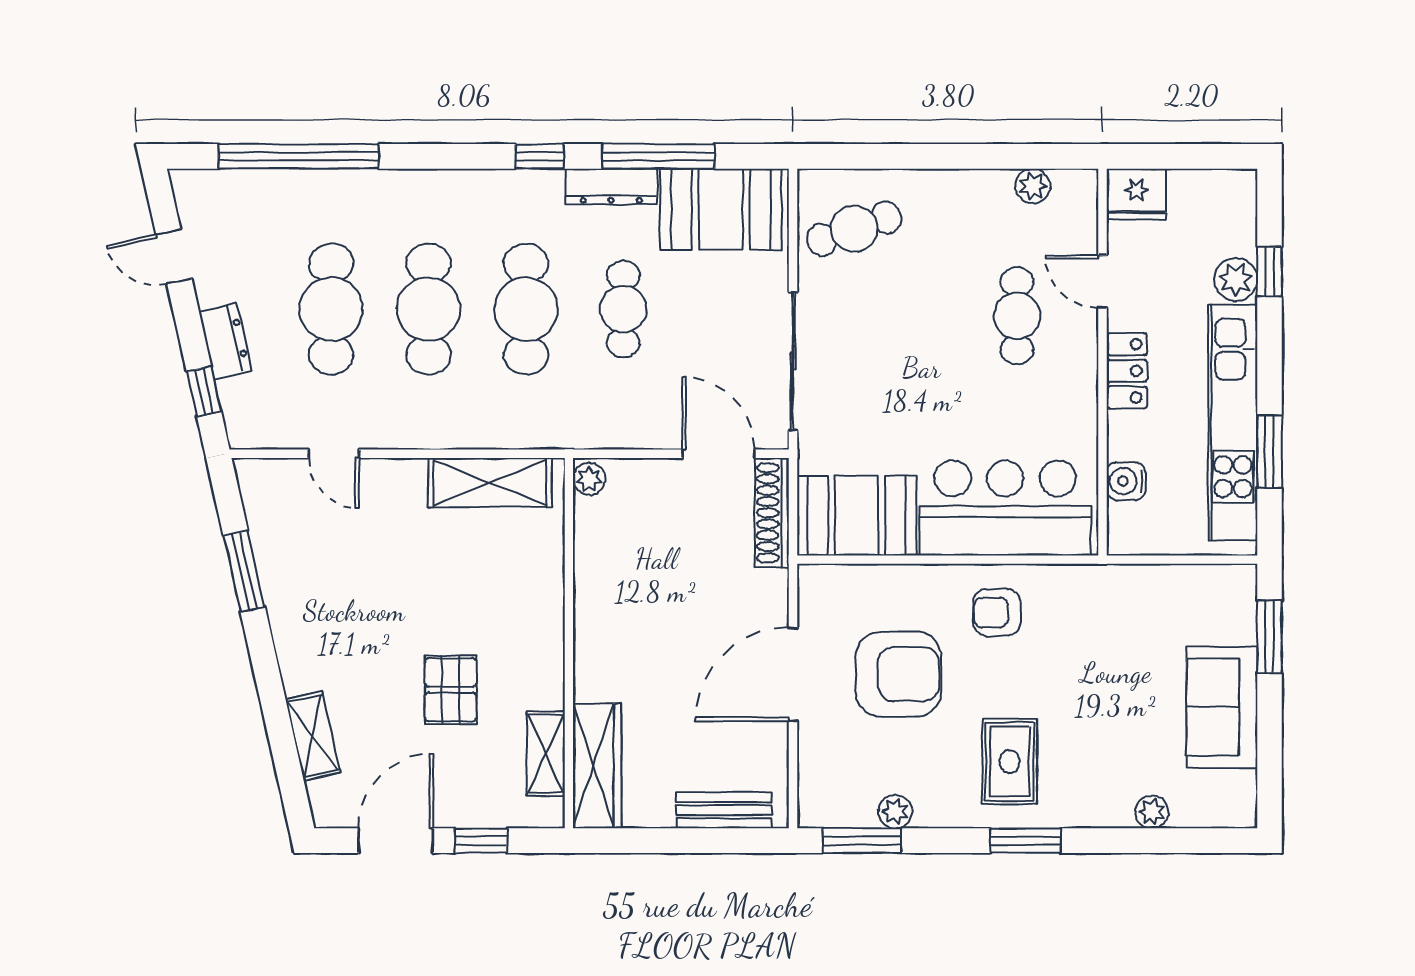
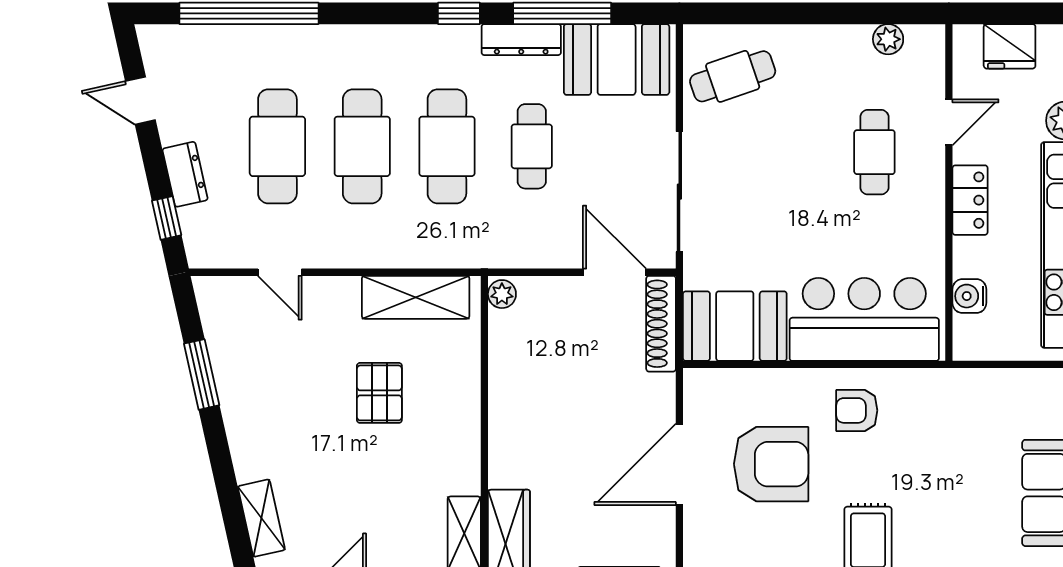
fridge: (1136, 194) -> (1010, 46), moved
door: (1103, 281) -> (949, 122), swing flipped
pallet: (451, 690) -> (379, 393), moved

